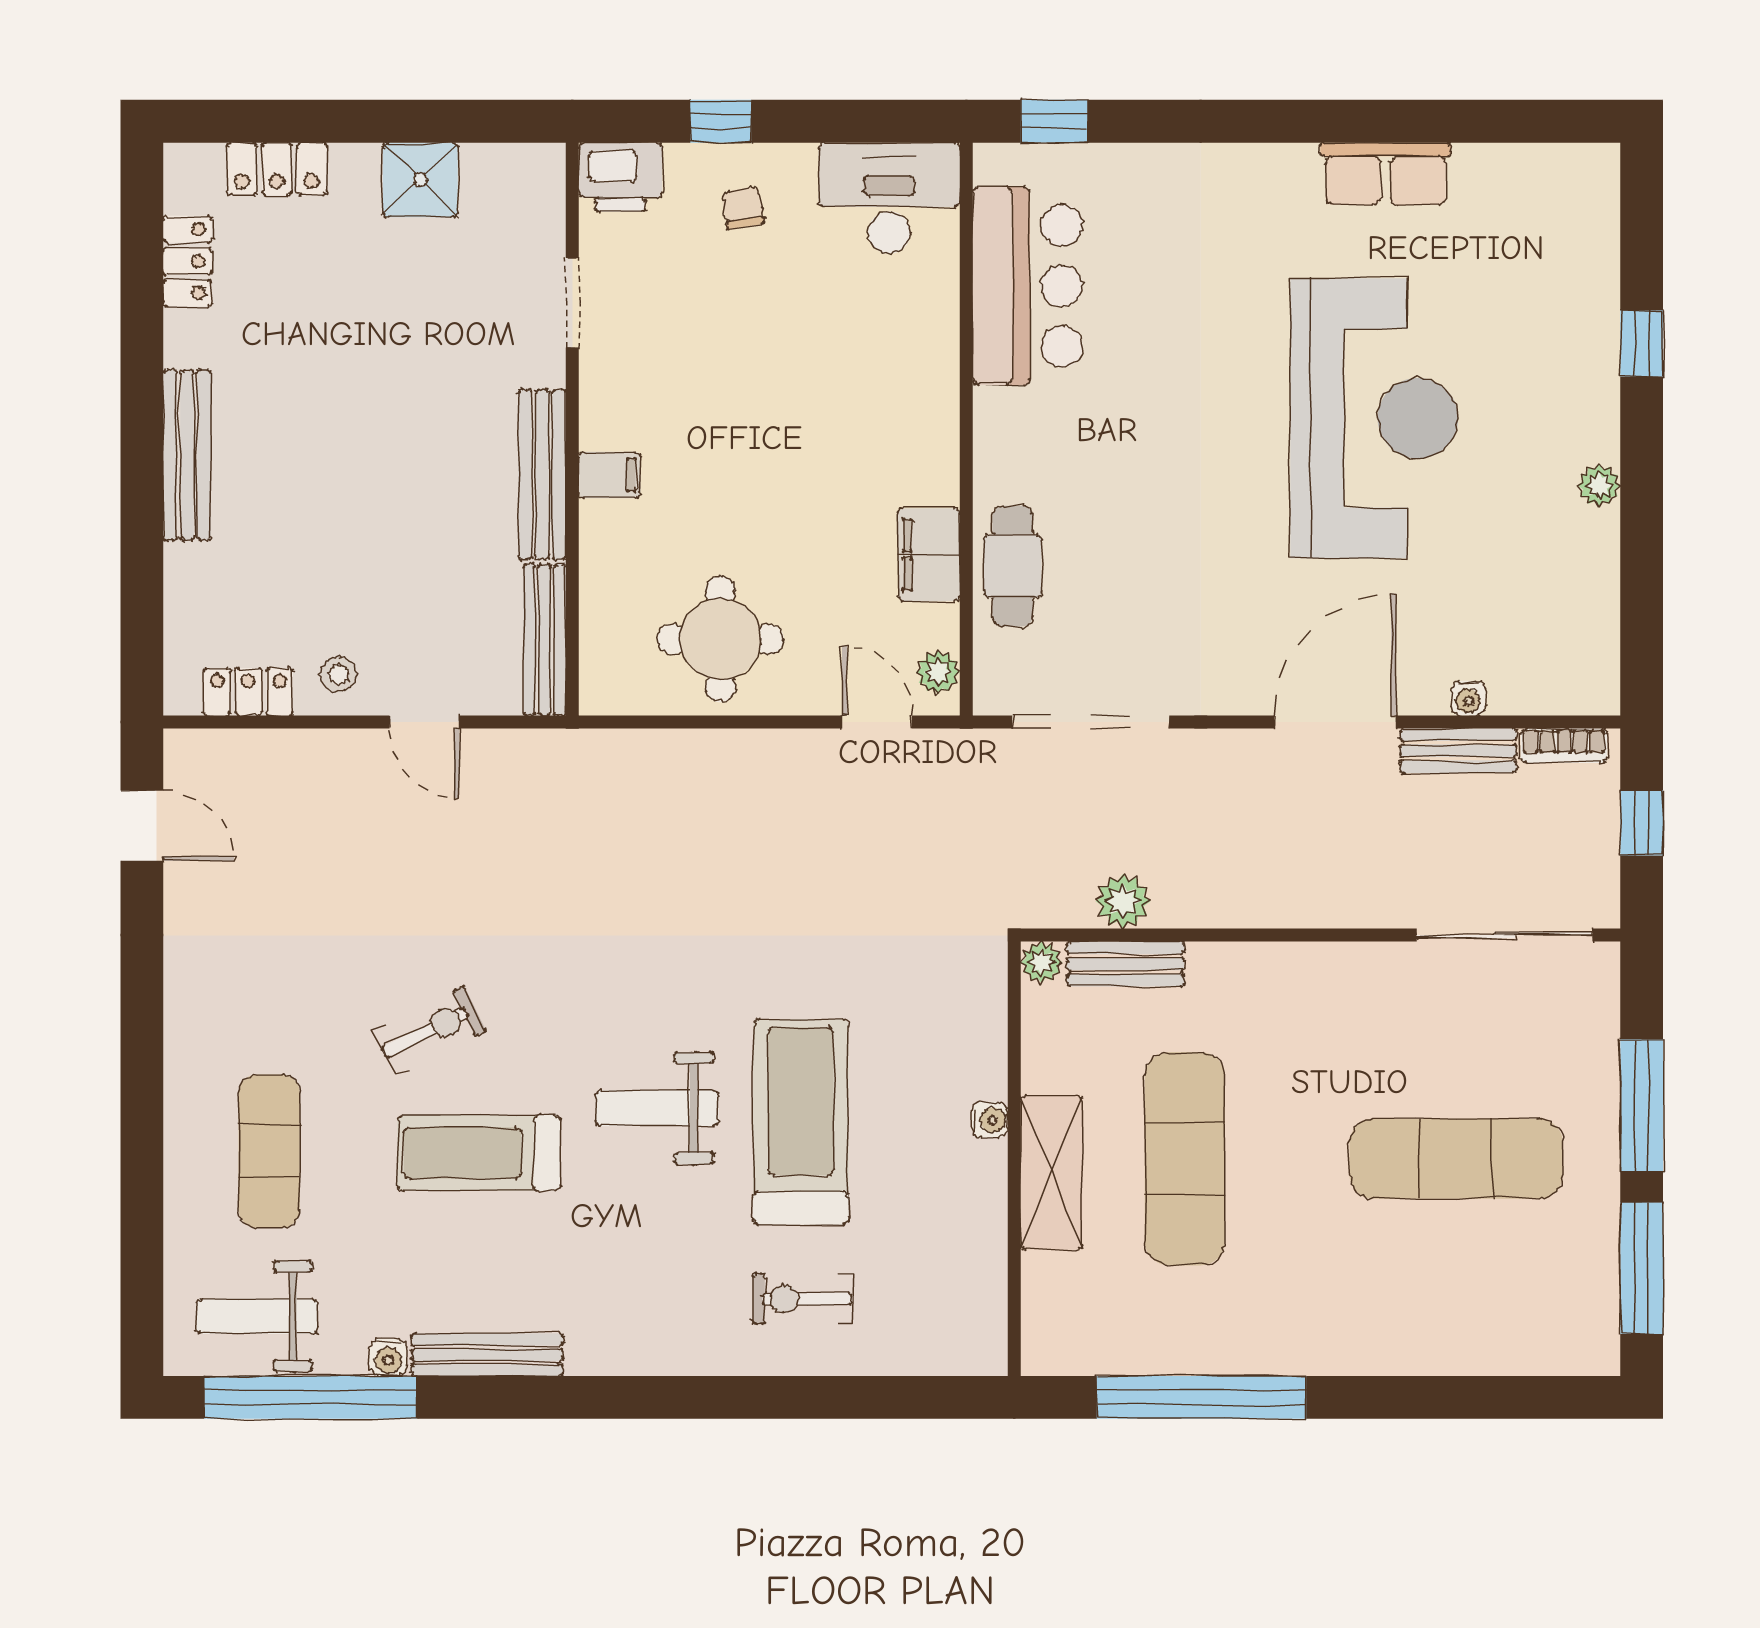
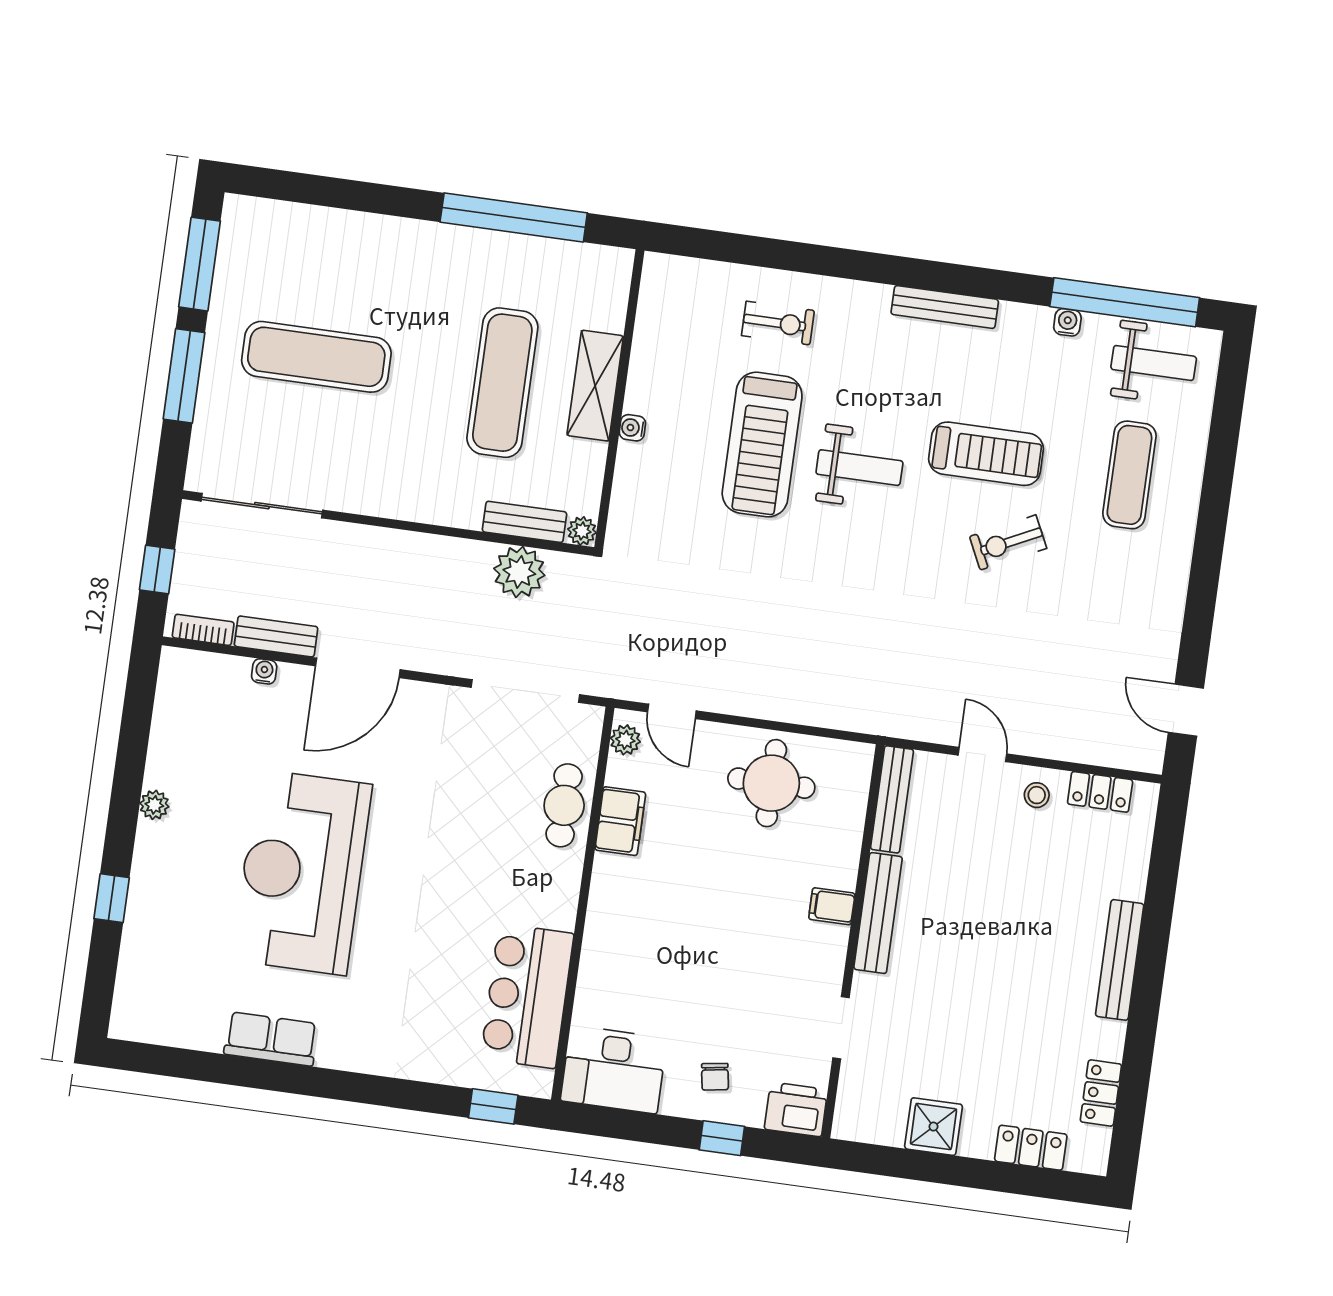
plant: (1123, 901) -> (519, 572), width x1.36, depth x1.36
bench: (487, 1355) -> (945, 307), moved

